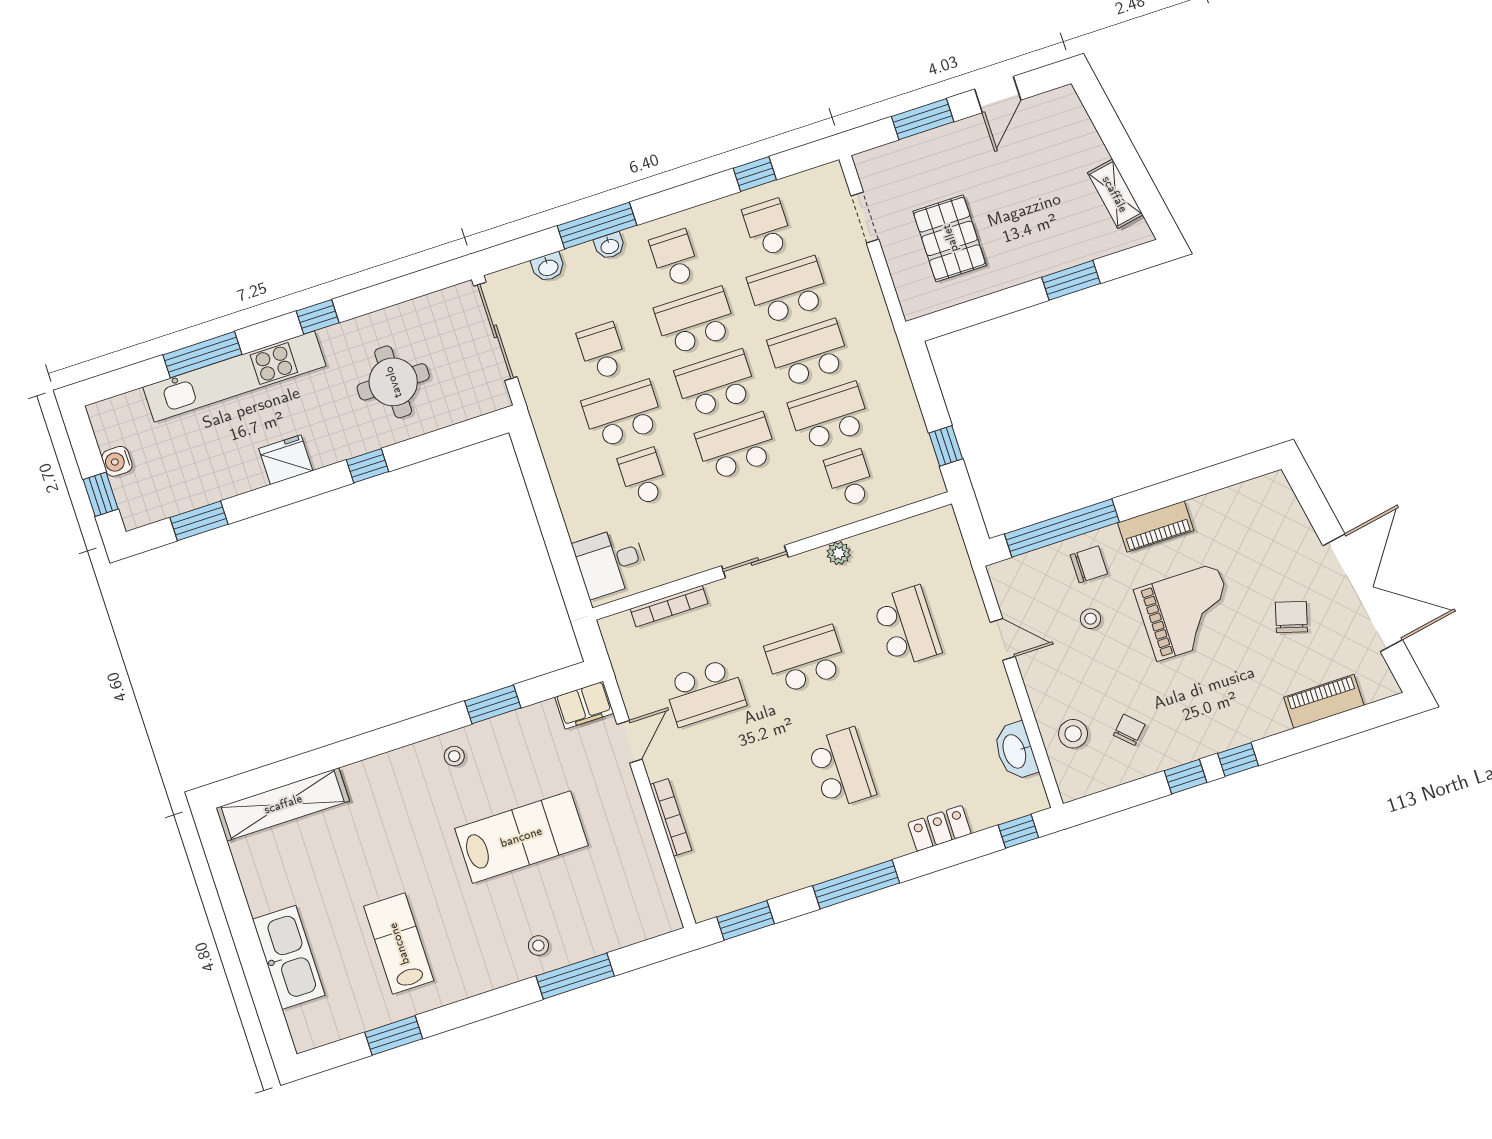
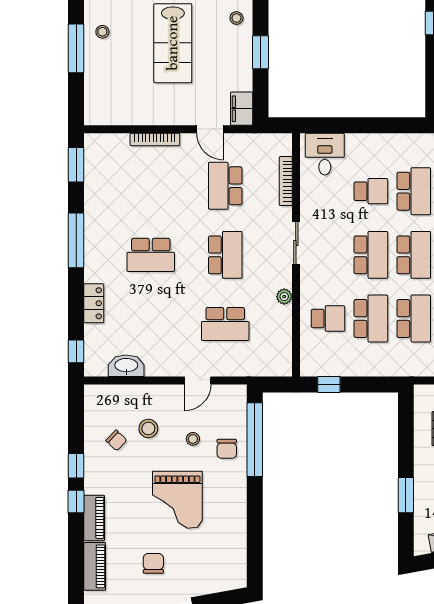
piano: (1156, 527) -> (94, 518), moved, turned 180
chair: (1291, 617) -> (153, 563), turned -106
stool: (1073, 734) -> (148, 428), moved

